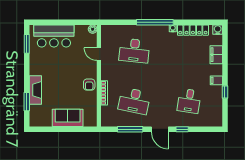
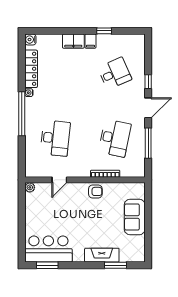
bar counter: (54, 36) -> (48, 249), moved, turned -90
filing cabinet: (216, 55) -> (73, 41), moved
desk: (189, 101) -> (115, 73), turned -33

